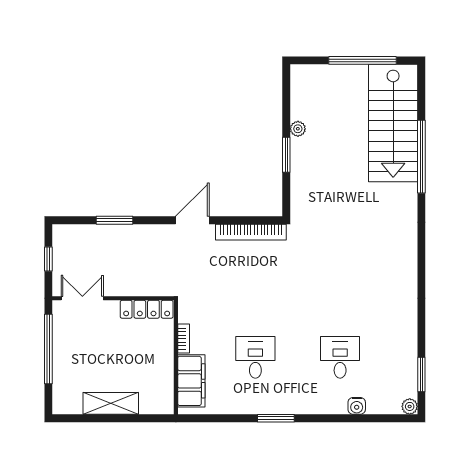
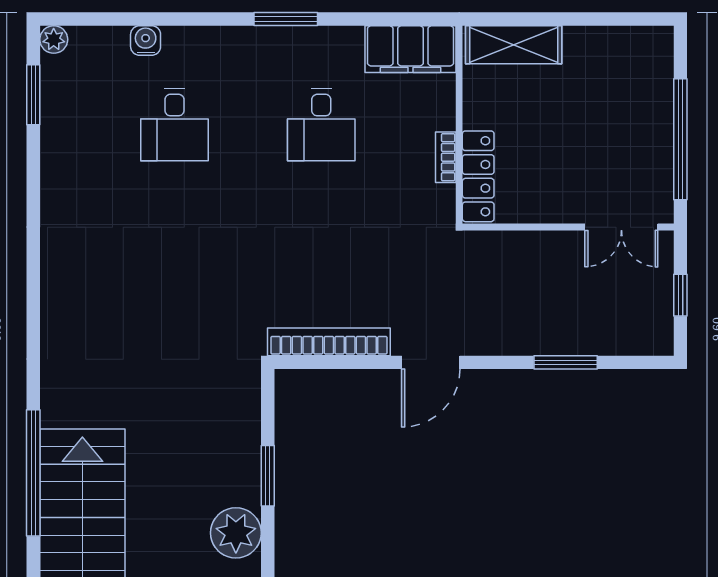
plant: (298, 129) -> (236, 533), width x1.88, depth x1.88
locker: (147, 309) -> (478, 176), moved, turned 90
filing cabinet: (191, 381) -> (410, 49), moved, turned -90
shelving: (111, 403) -> (514, 45), moved

